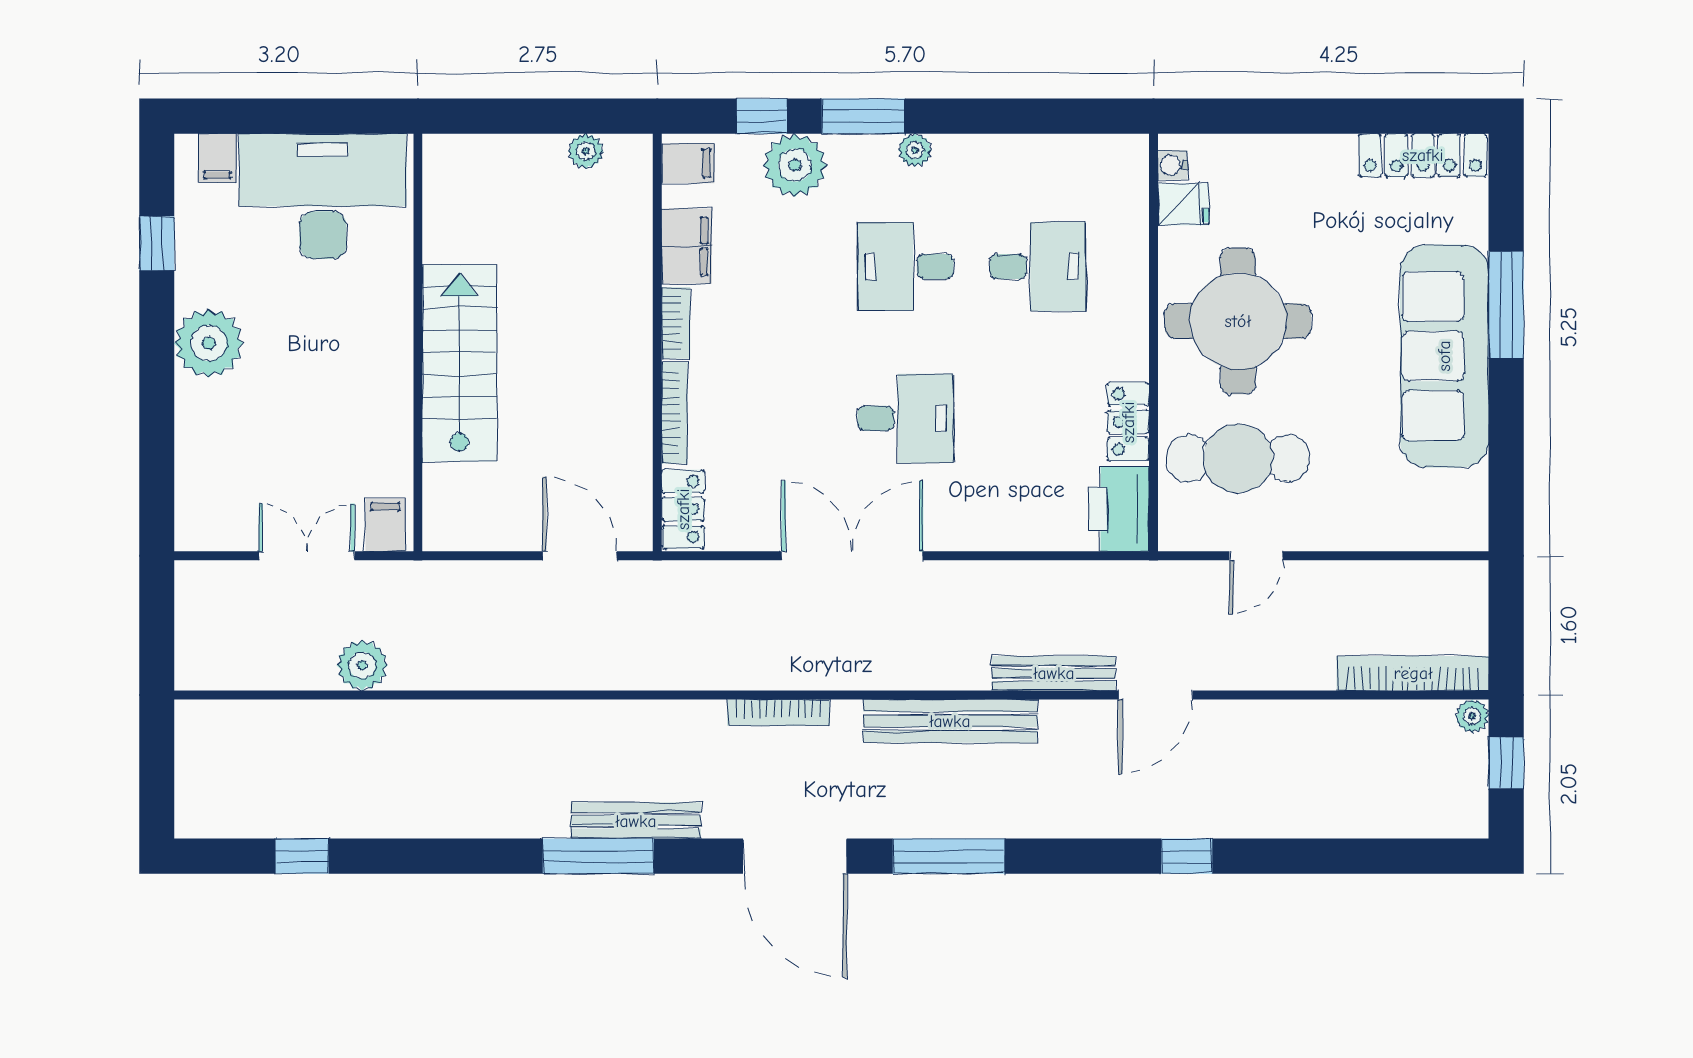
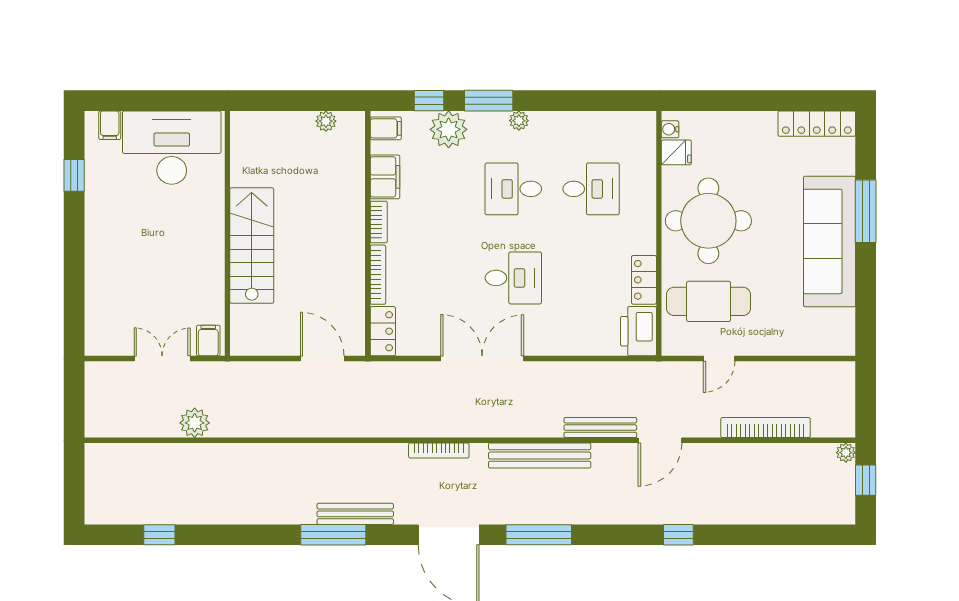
plant: (209, 343) -> (105, 234), removed
bookcase: (1413, 673) -> (766, 428), moved

